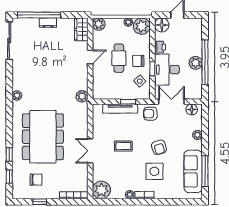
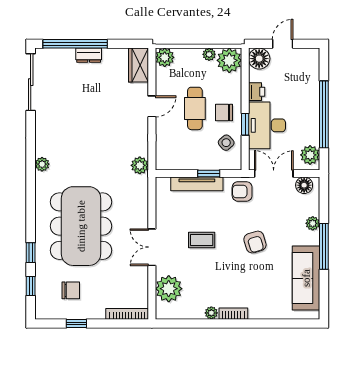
plant: (196, 63) -> (310, 155), moved
side table: (154, 171) -> (248, 278), removed
window: (205, 171) -> (324, 246), moved
plant: (101, 190) -> (169, 289), moved

